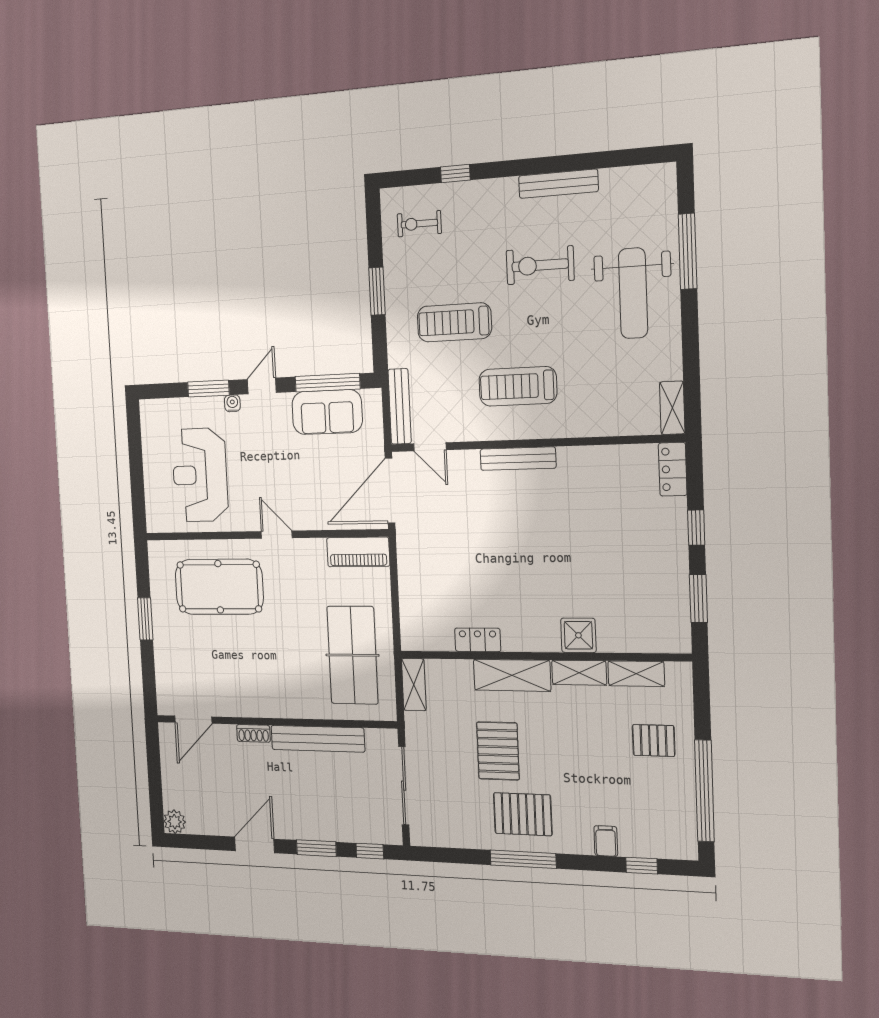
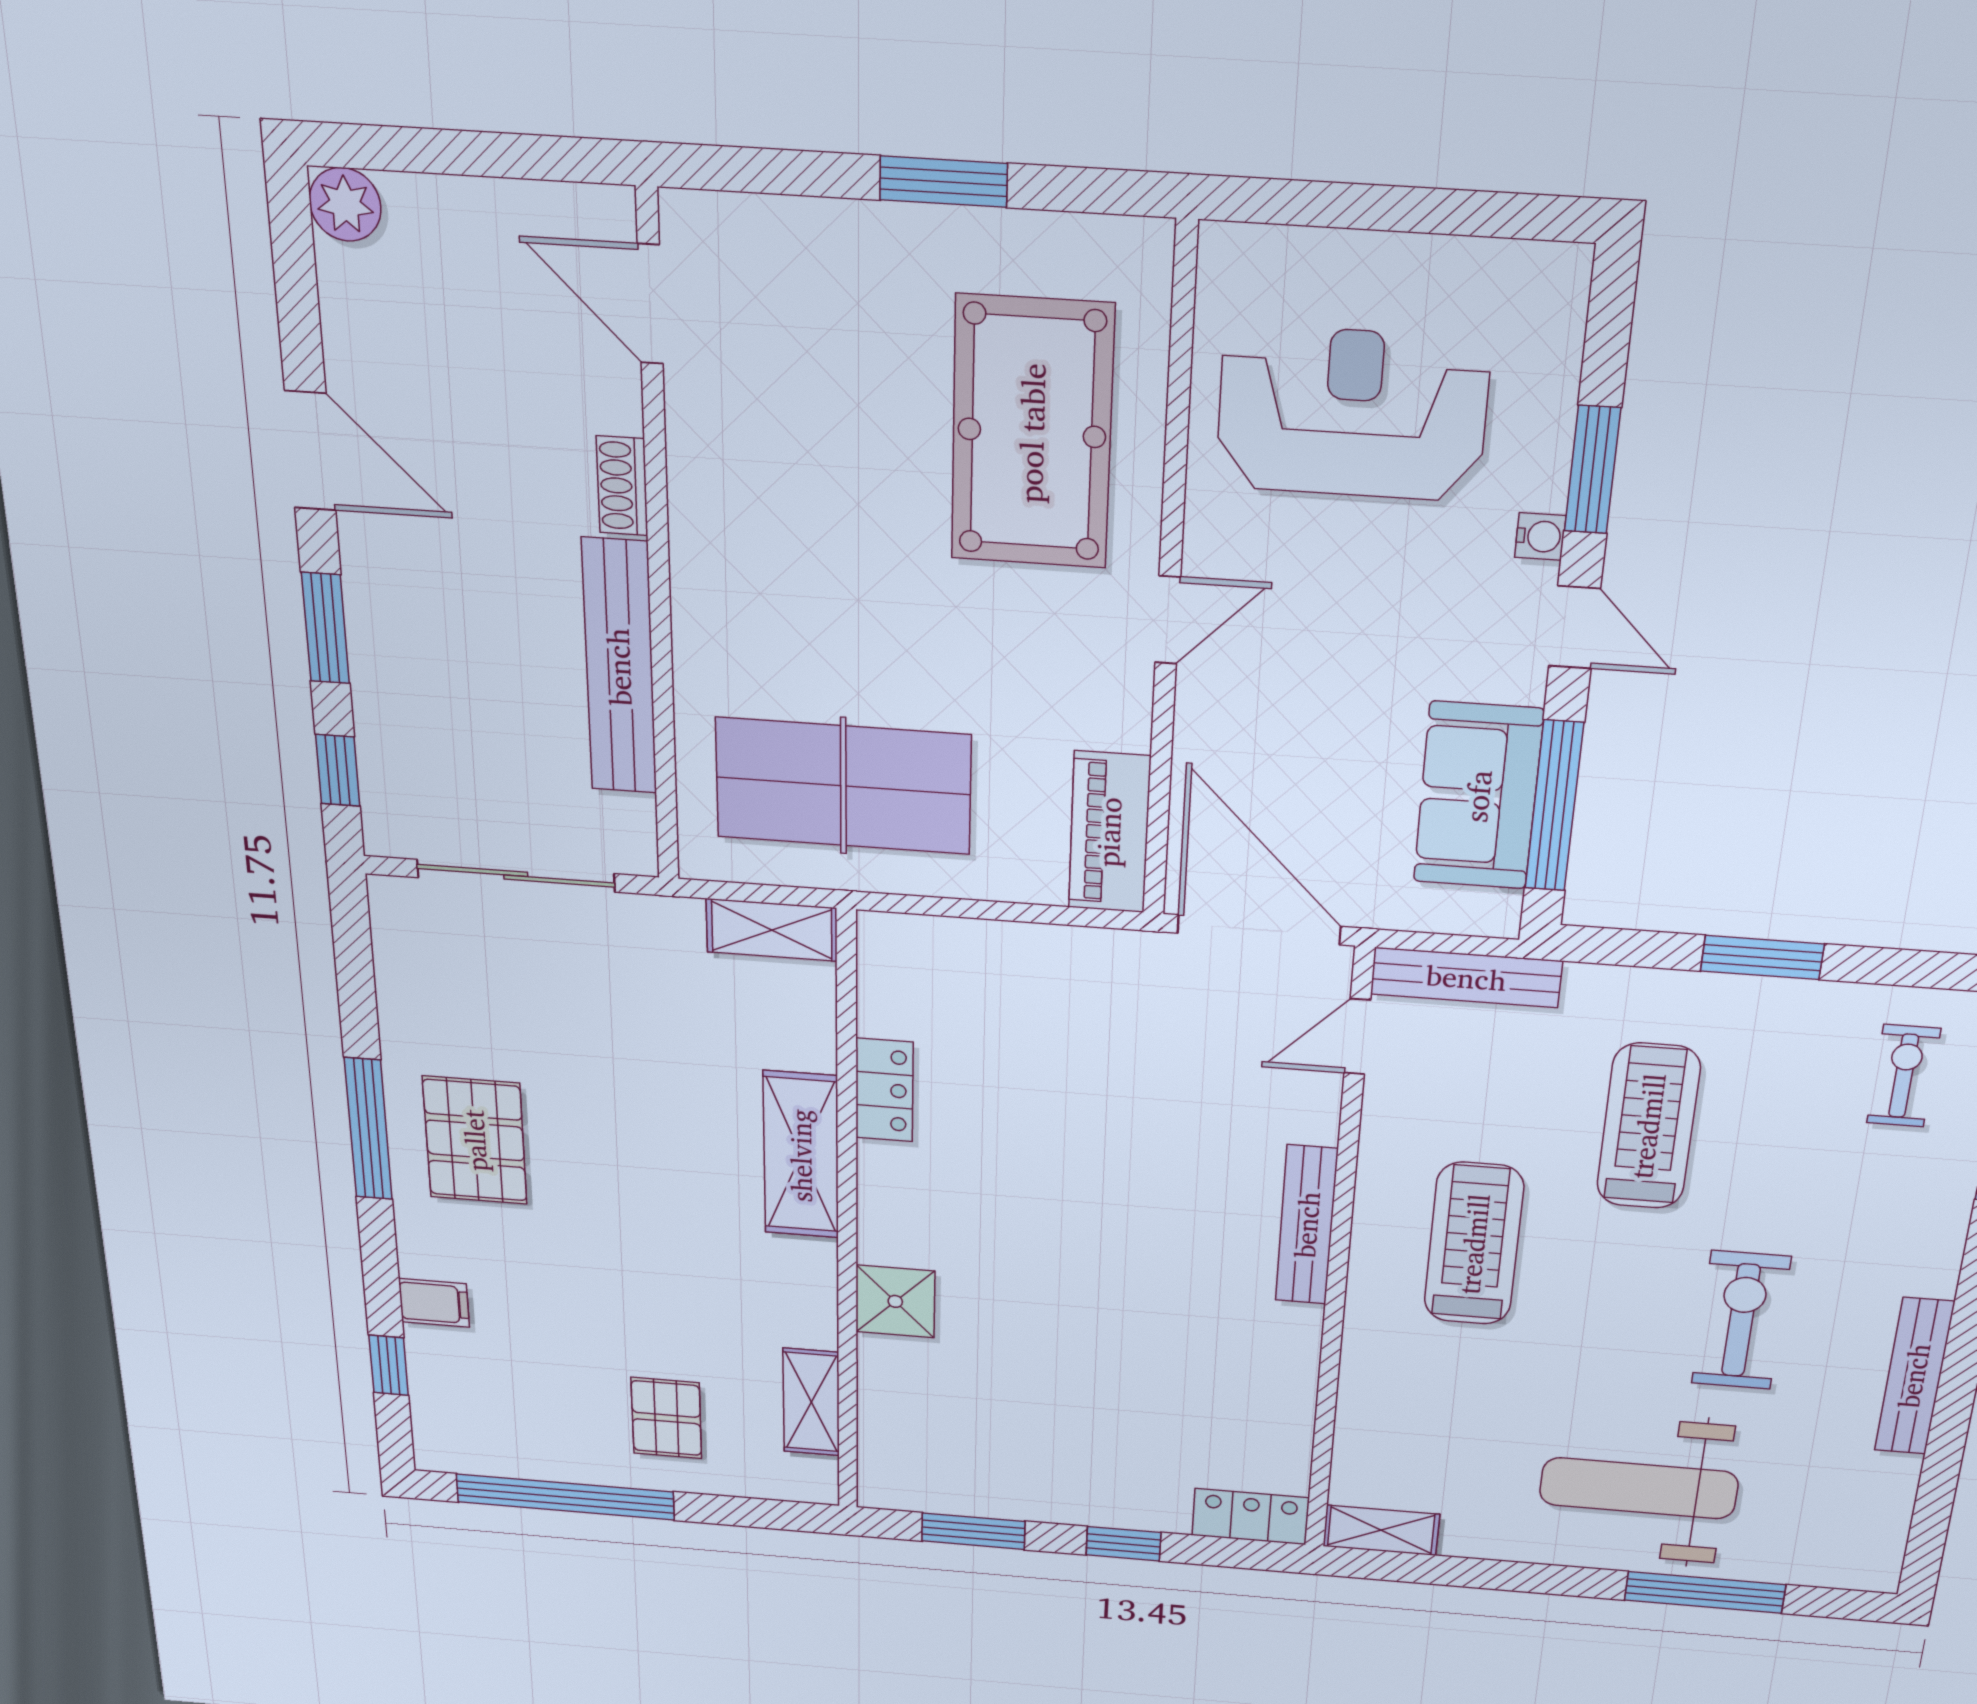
shelving: (579, 673) -> (811, 1293), removed
pallet: (498, 751) -> (620, 1104), removed

